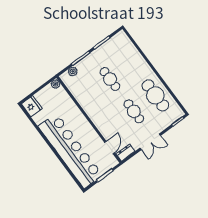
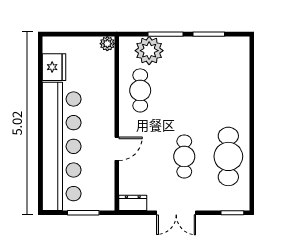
plant: (73, 71) -> (149, 51), width x1.87, depth x1.87
cafe table: (110, 79) -> (140, 90), moved
fridge: (32, 106) -> (54, 67), moved
door: (110, 148) -> (117, 149), moved

